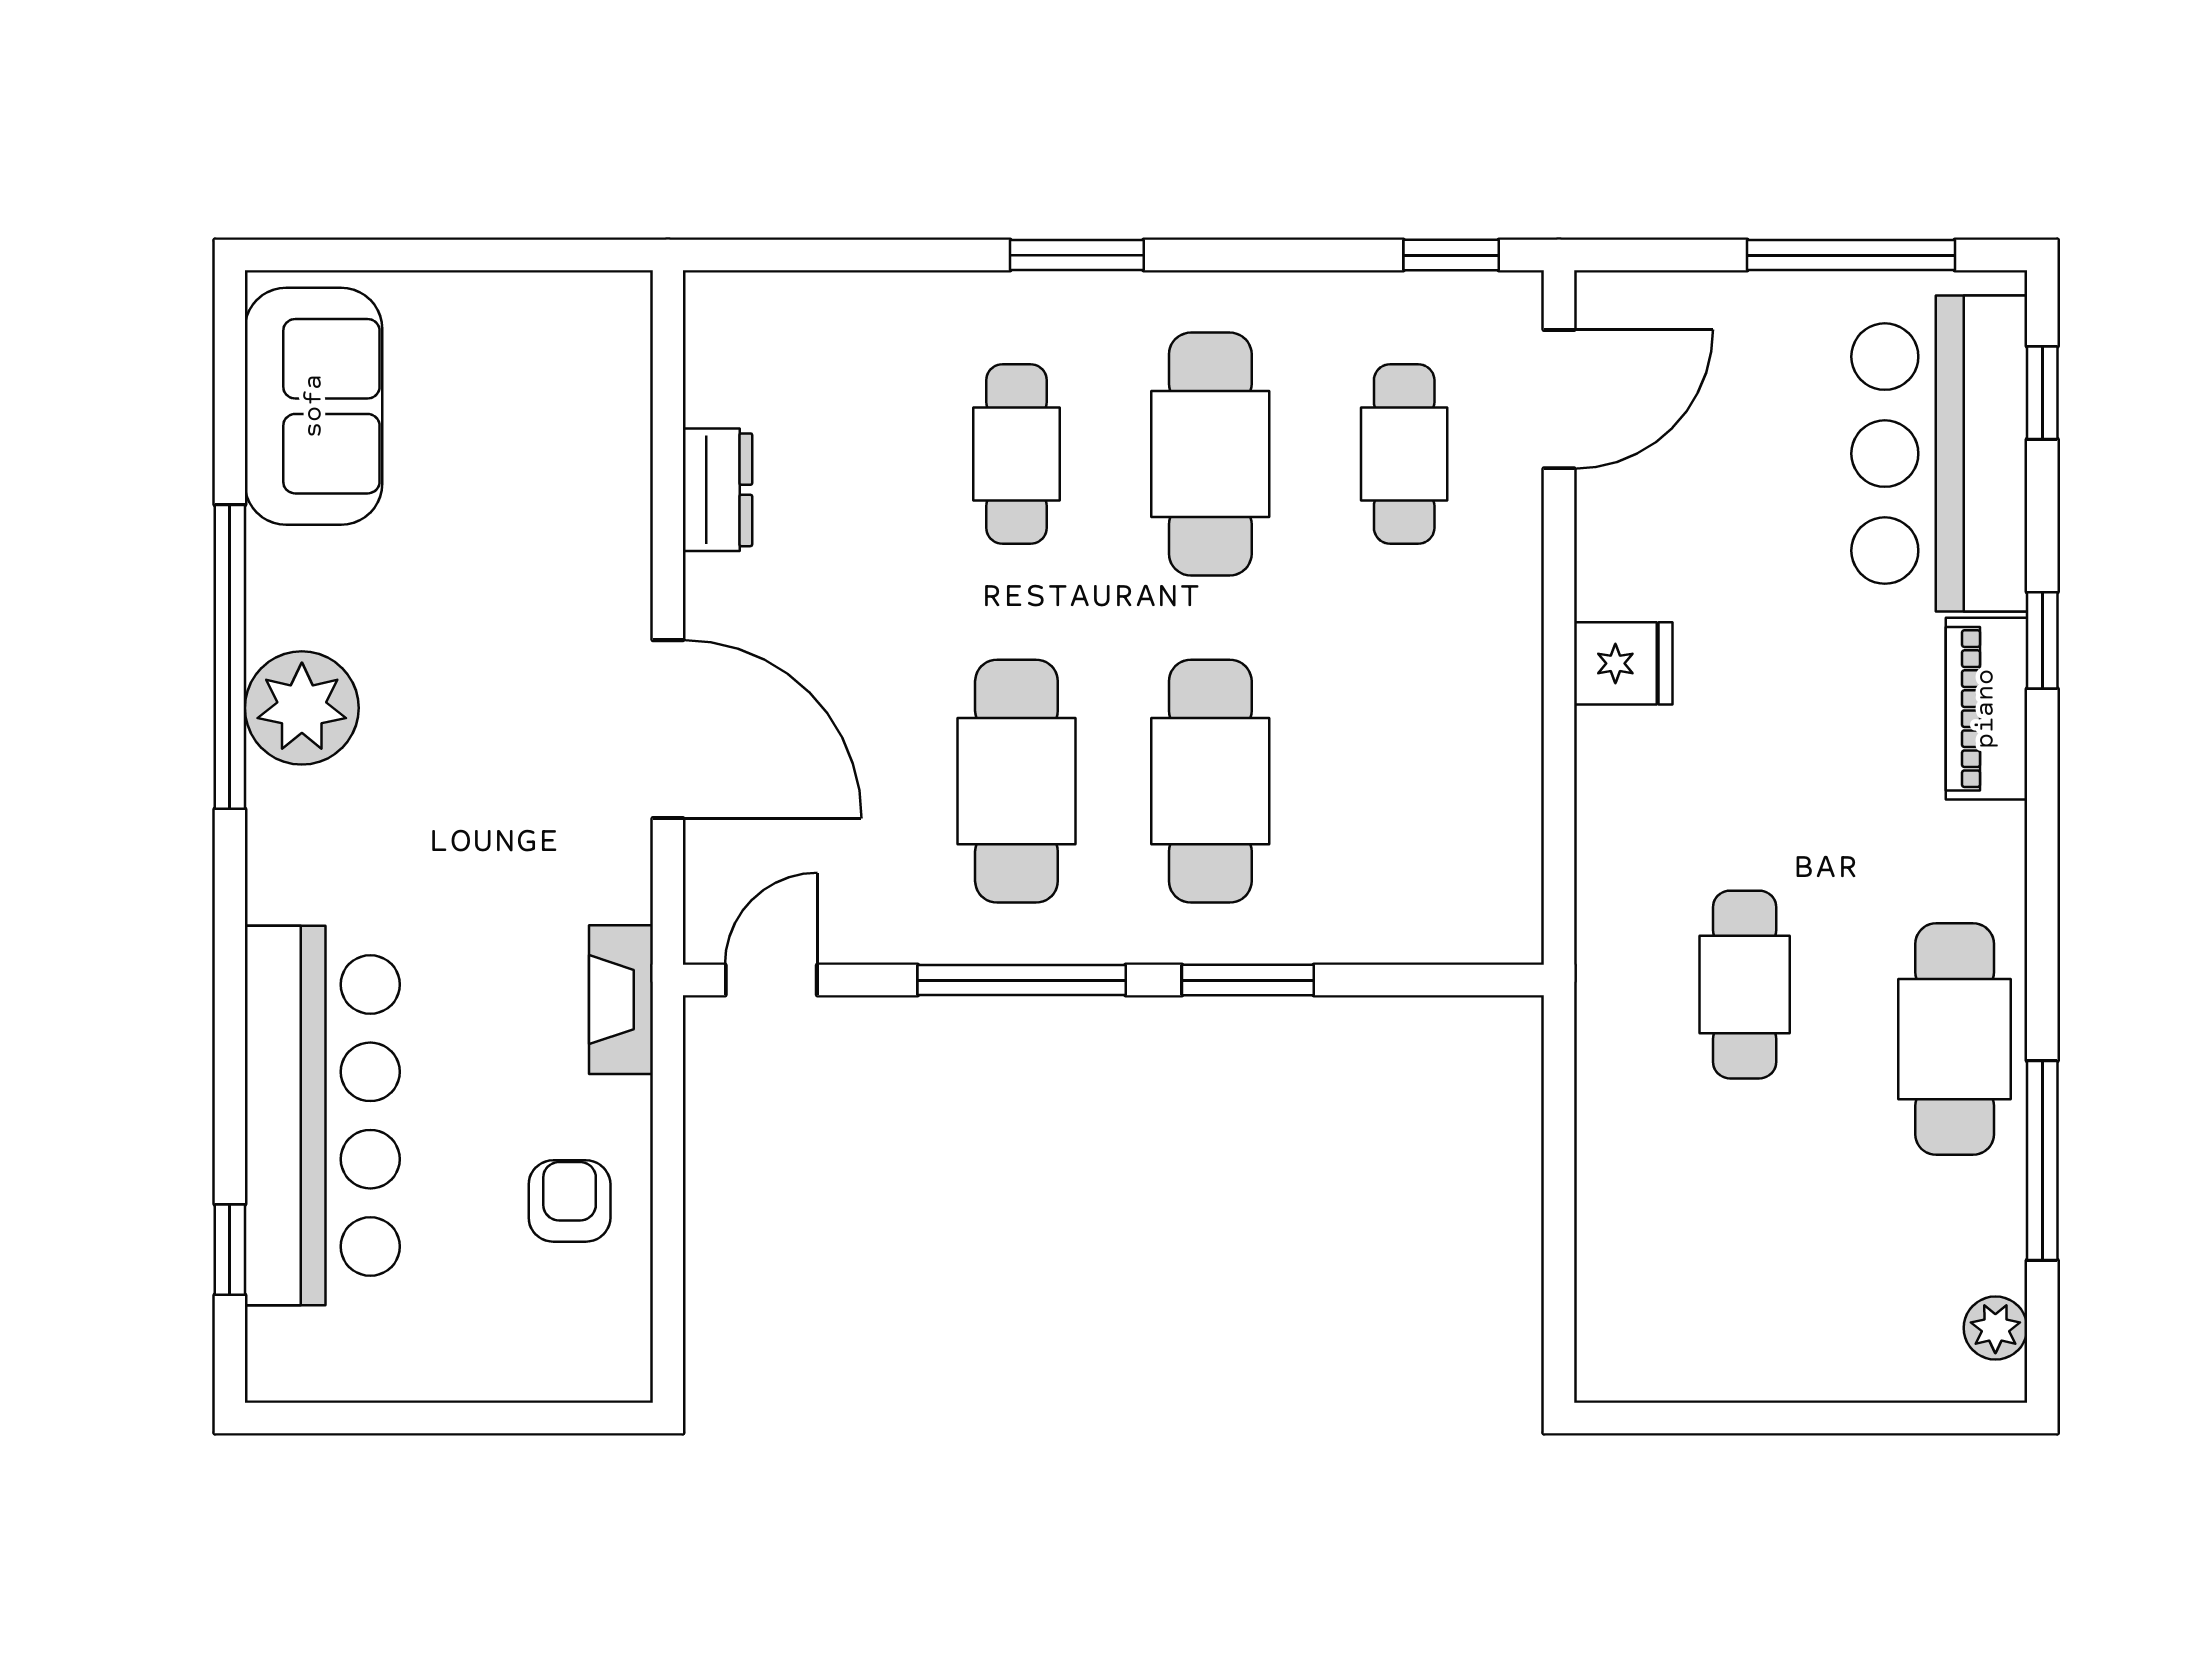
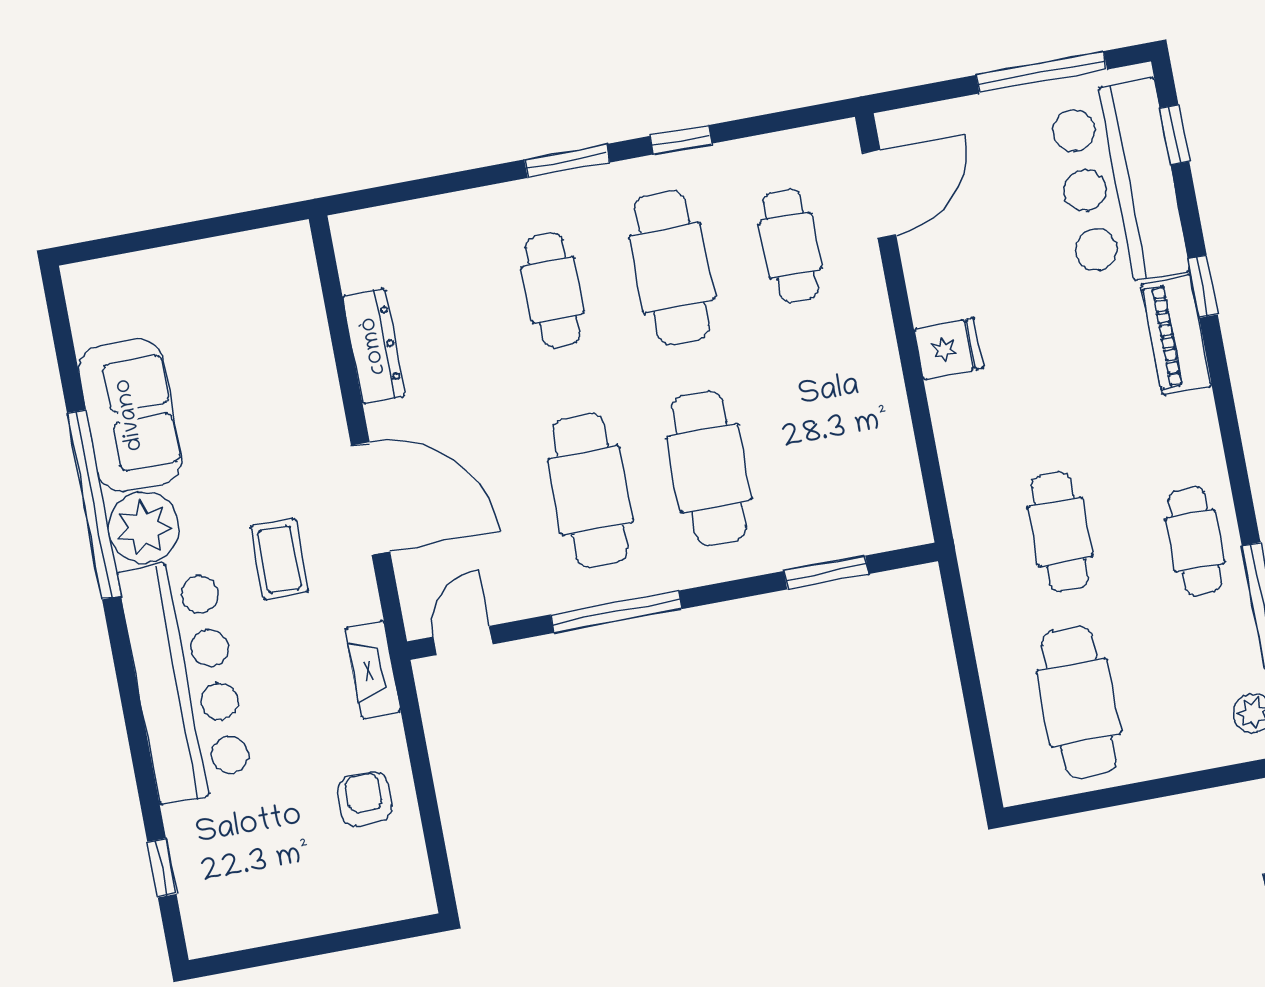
window: (1451, 255) -> (681, 140), moved
sofa: (314, 406) -> (130, 415), moved
dresser: (718, 490) -> (374, 346), width x1.44
coffee table: (506, 798) -> (279, 559), added
window: (1248, 980) -> (826, 572), moved
cafe table: (1955, 1039) -> (1195, 541), width x0.73, depth x0.74
bar counter: (322, 1115) -> (185, 680), moved
cafe table: (1724, 1259) -> (1079, 702), added

